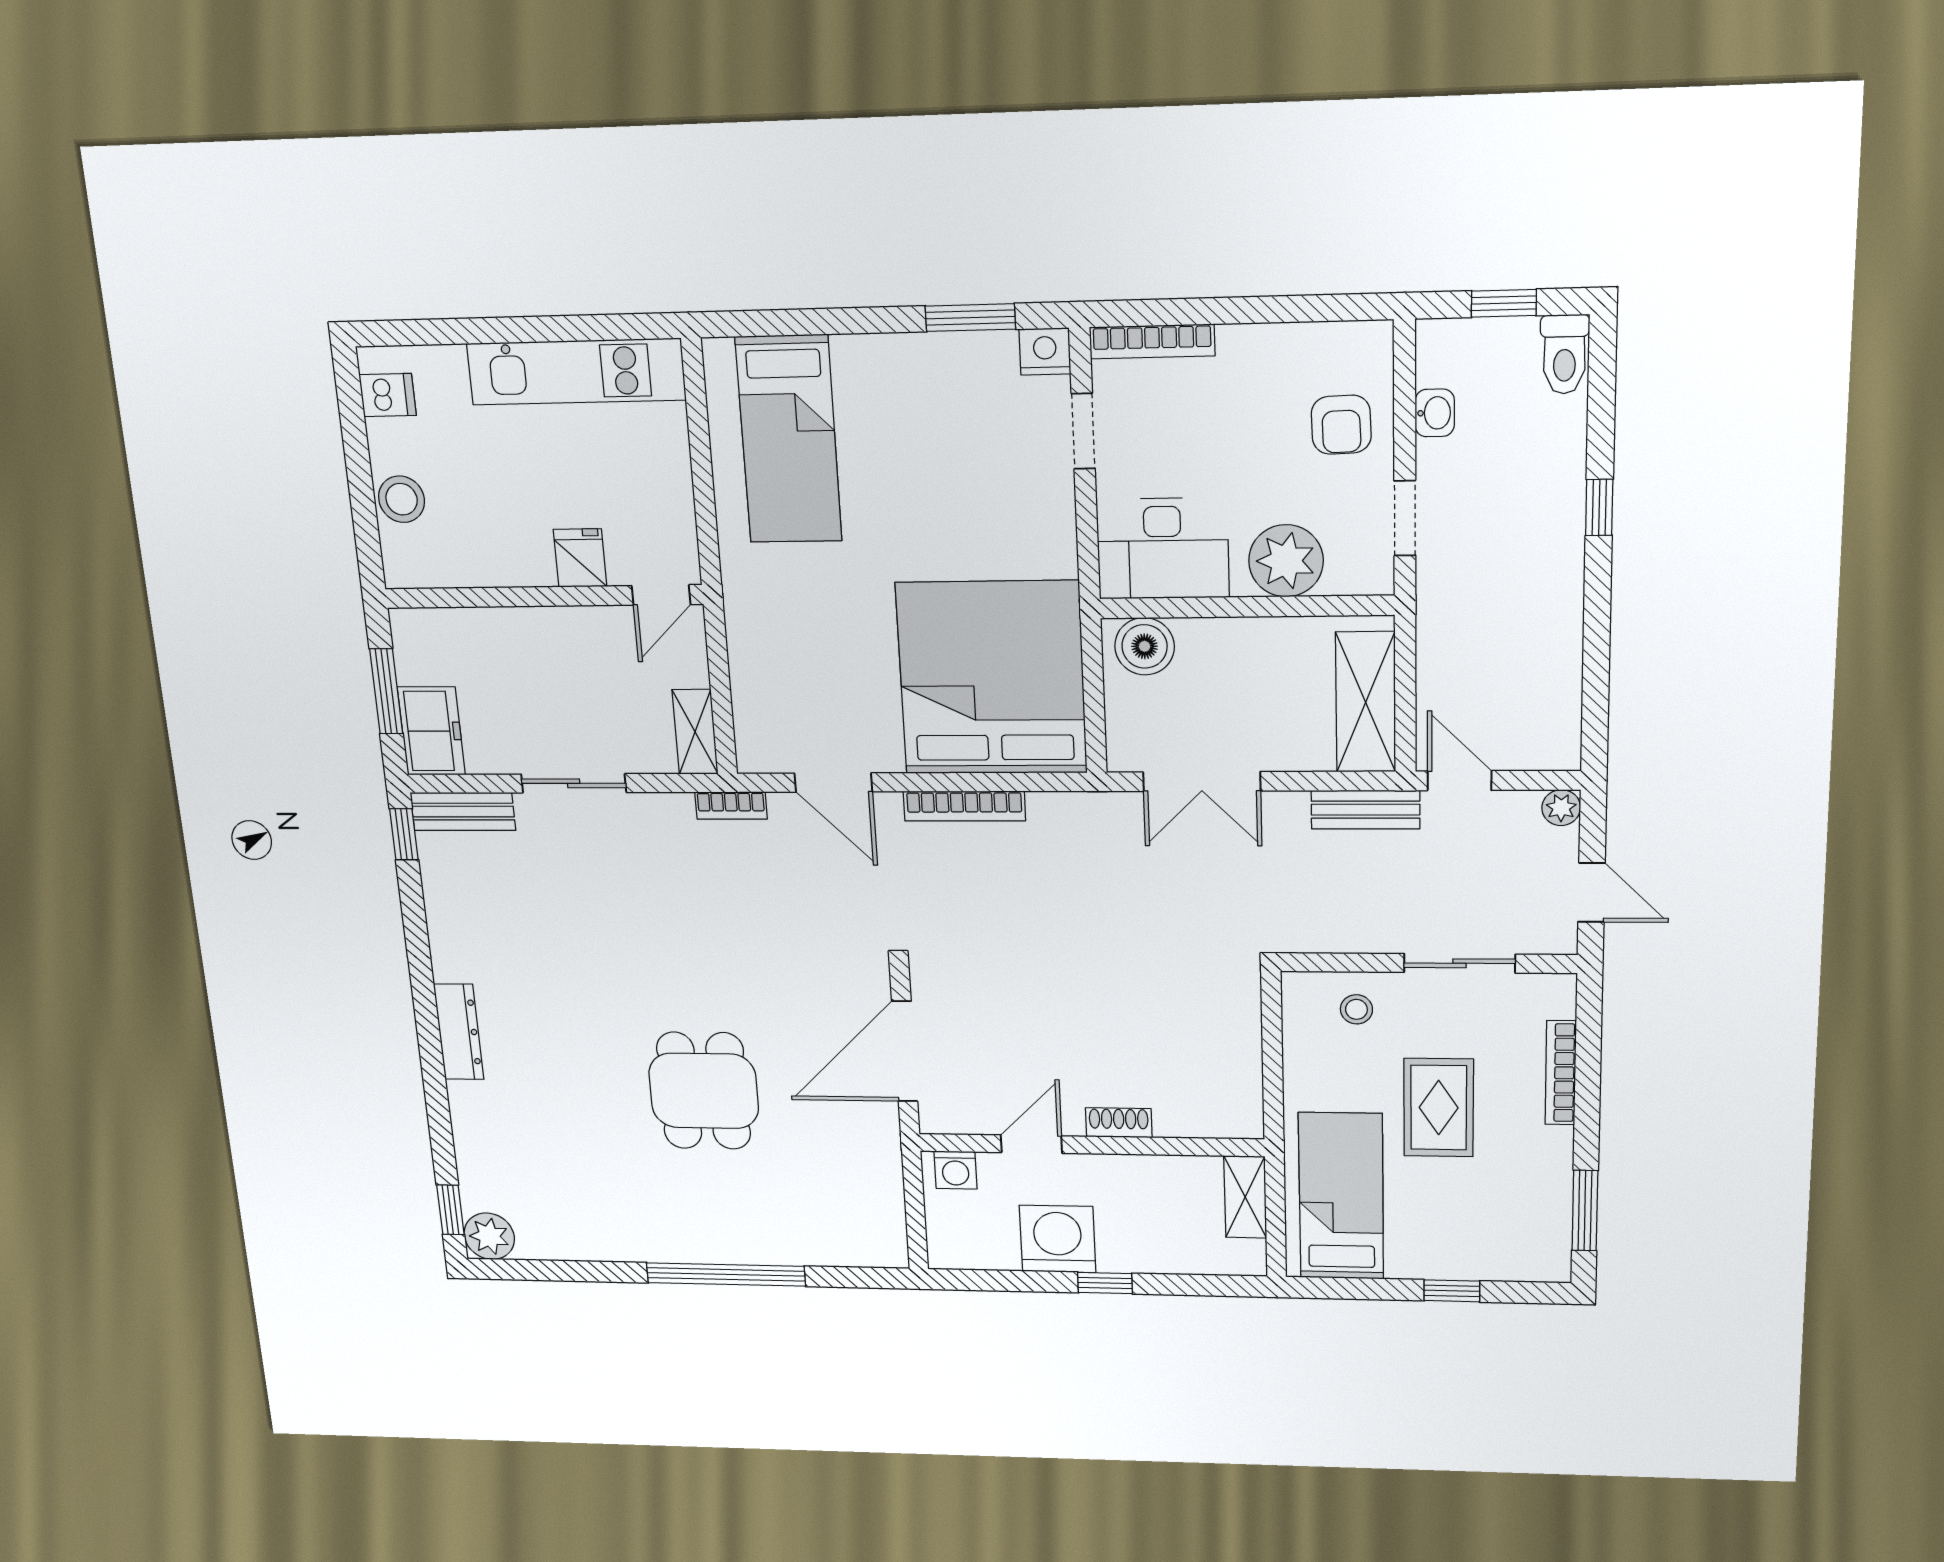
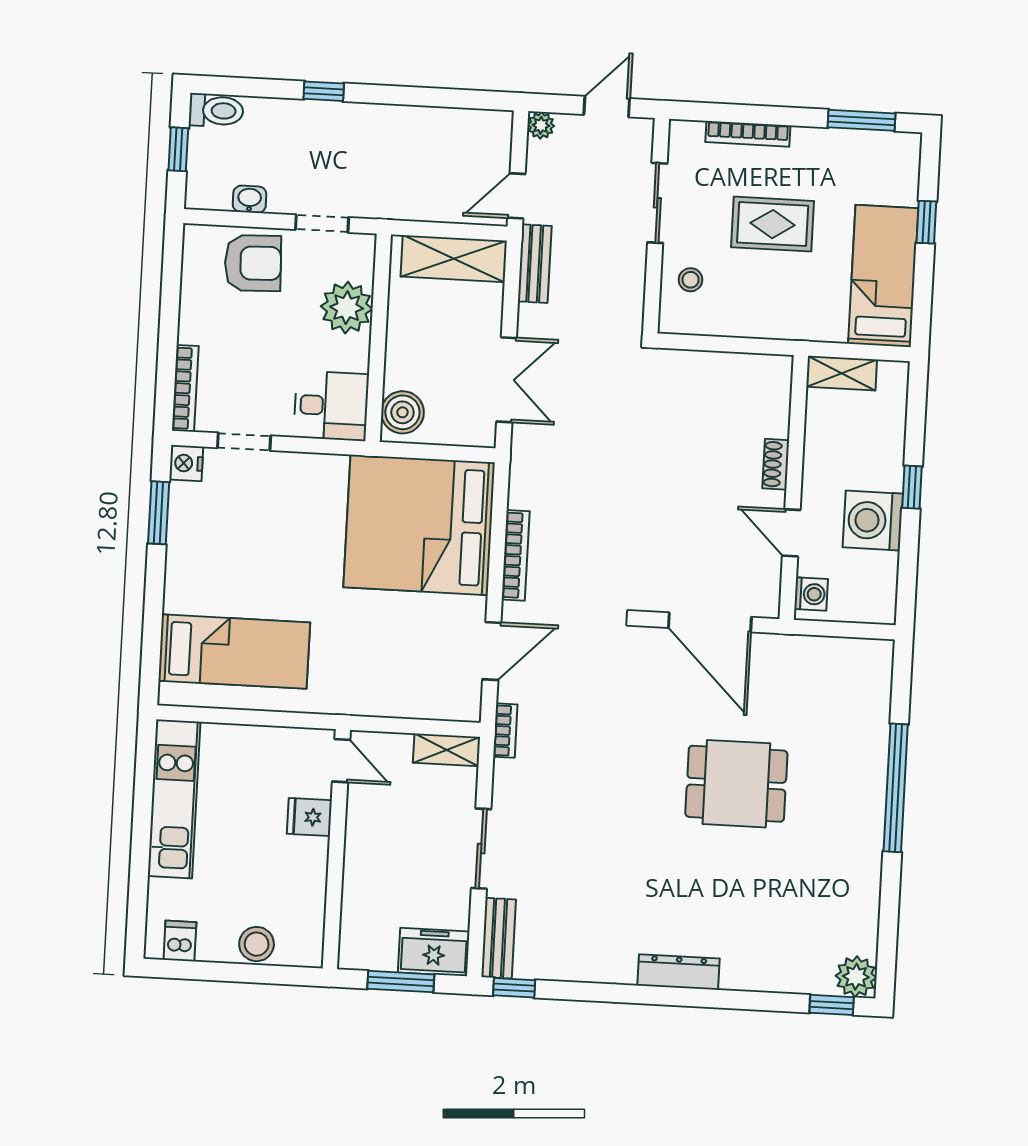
armchair: (1341, 425) -> (253, 263), width x1.38, depth x1.38
desk: (1163, 549) -> (331, 406), width x0.73
bed: (1341, 1196) -> (883, 276), moved, turned 90

